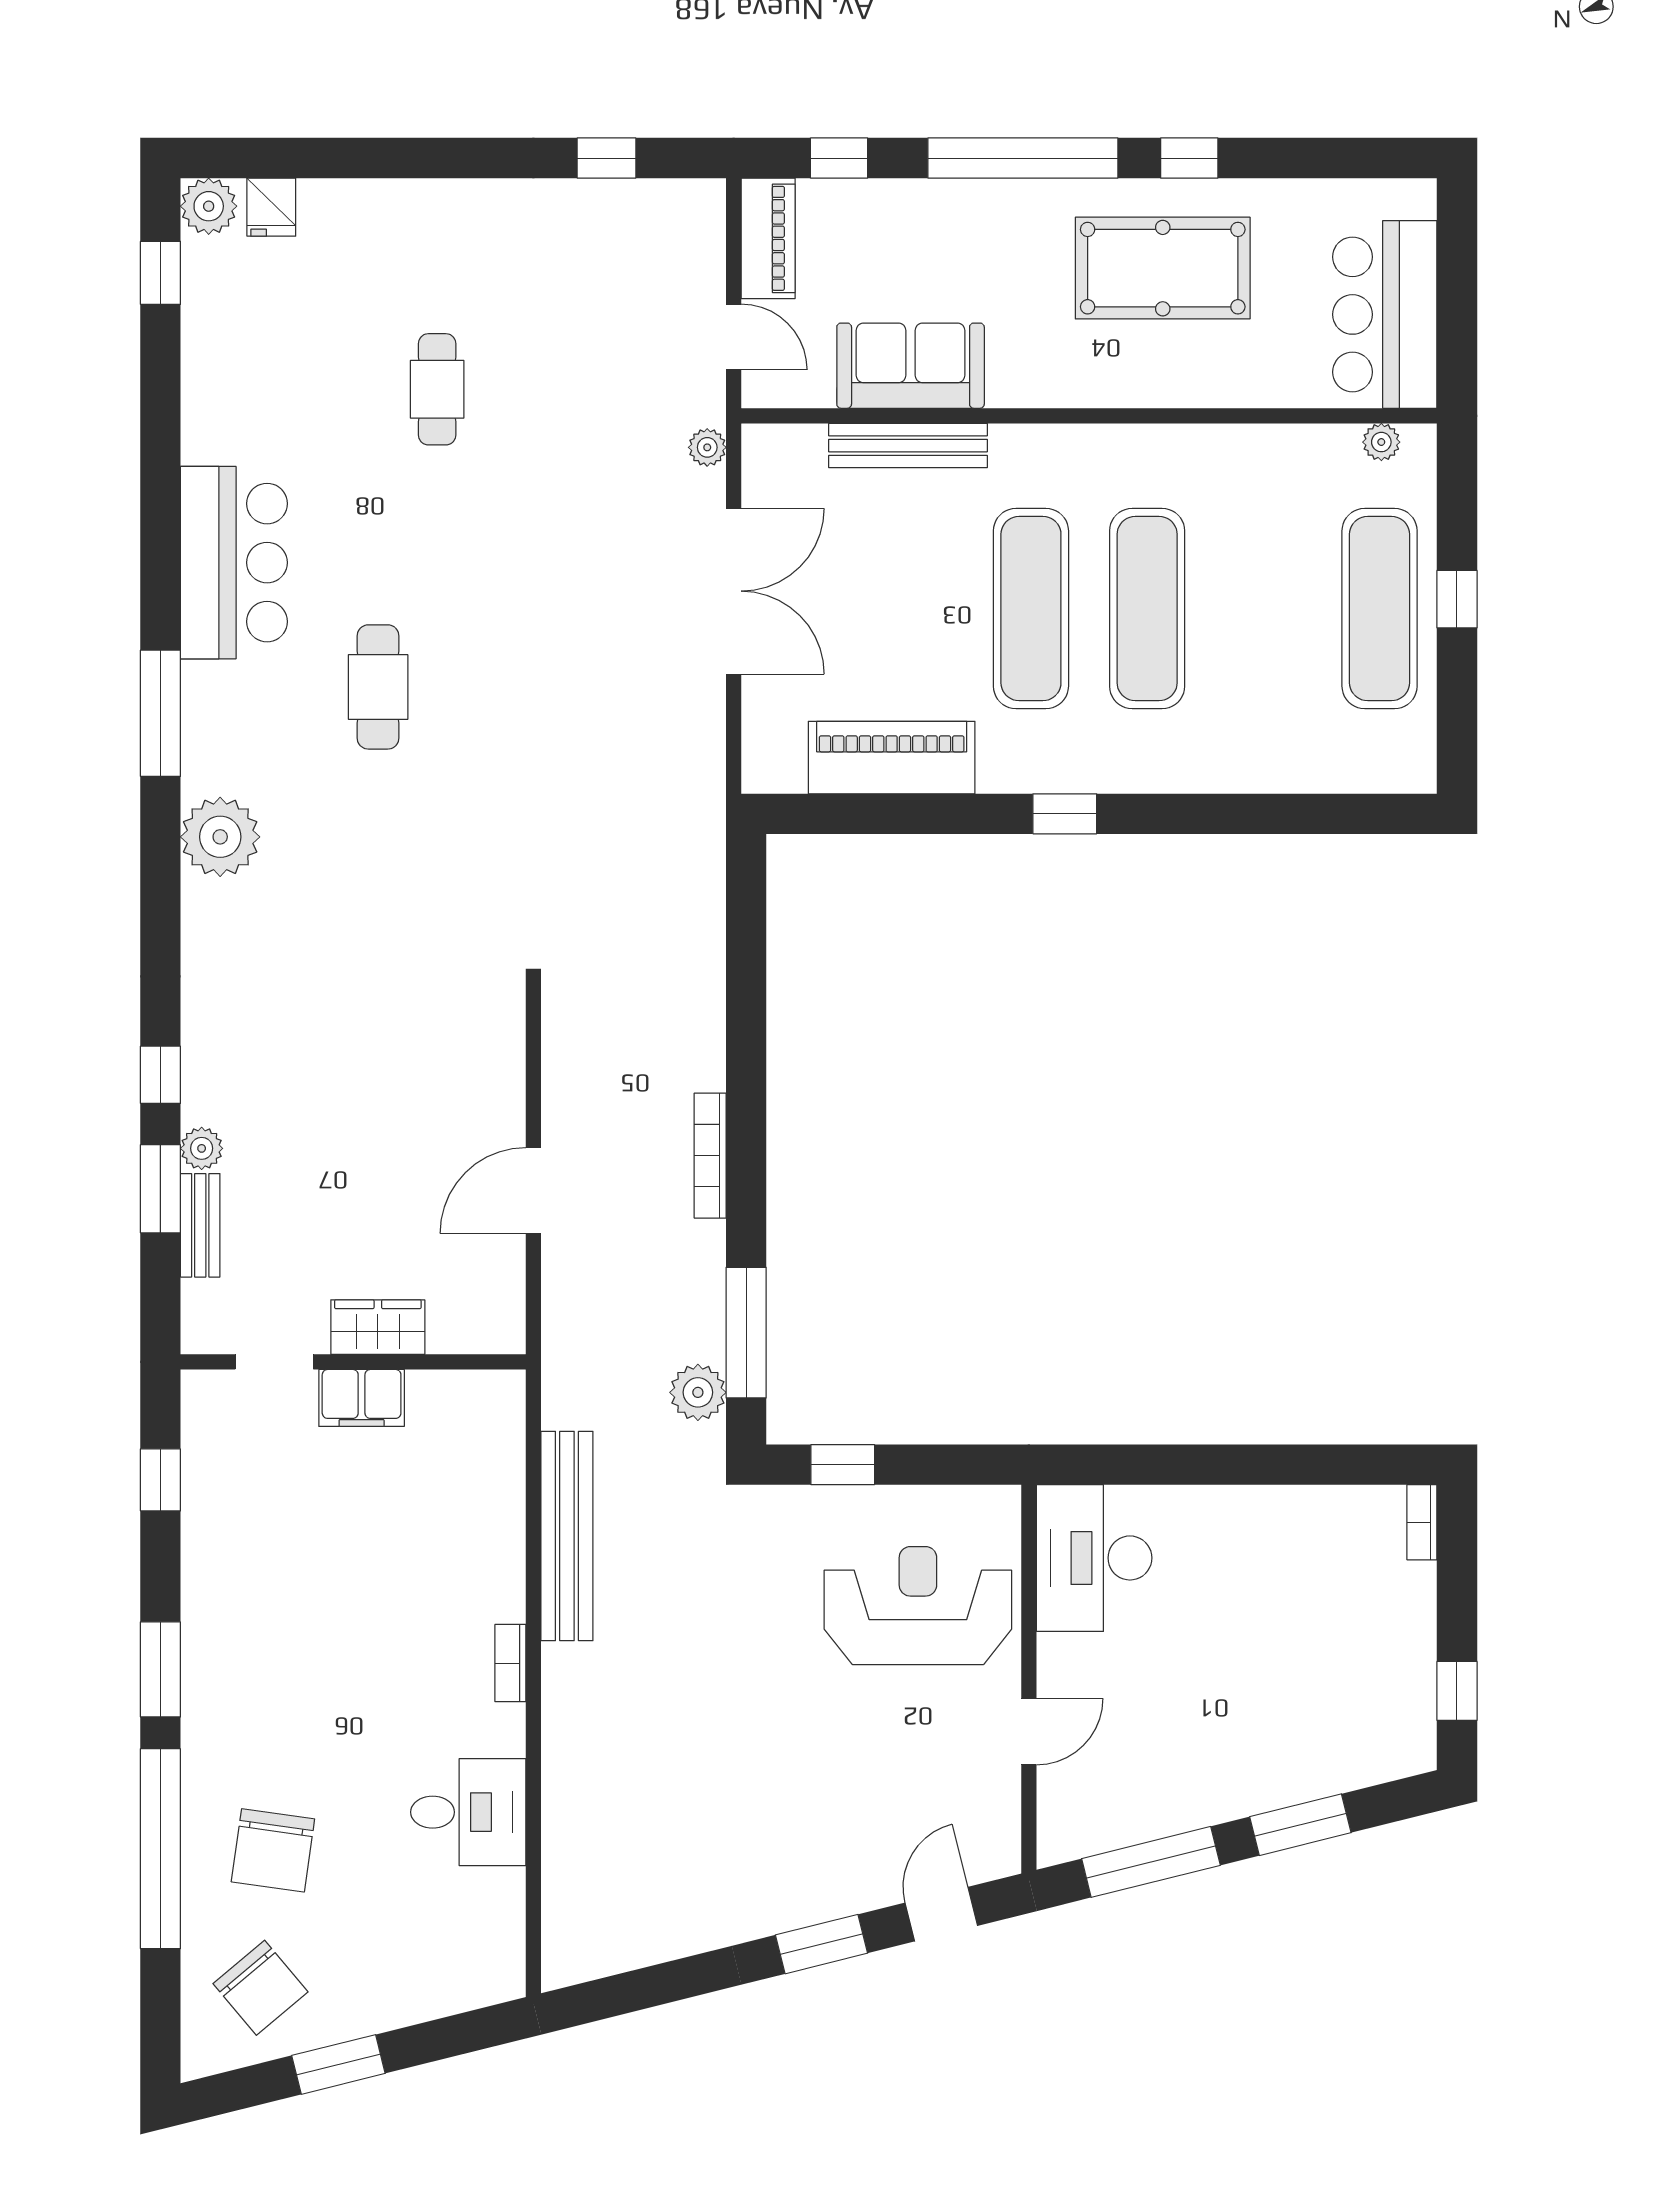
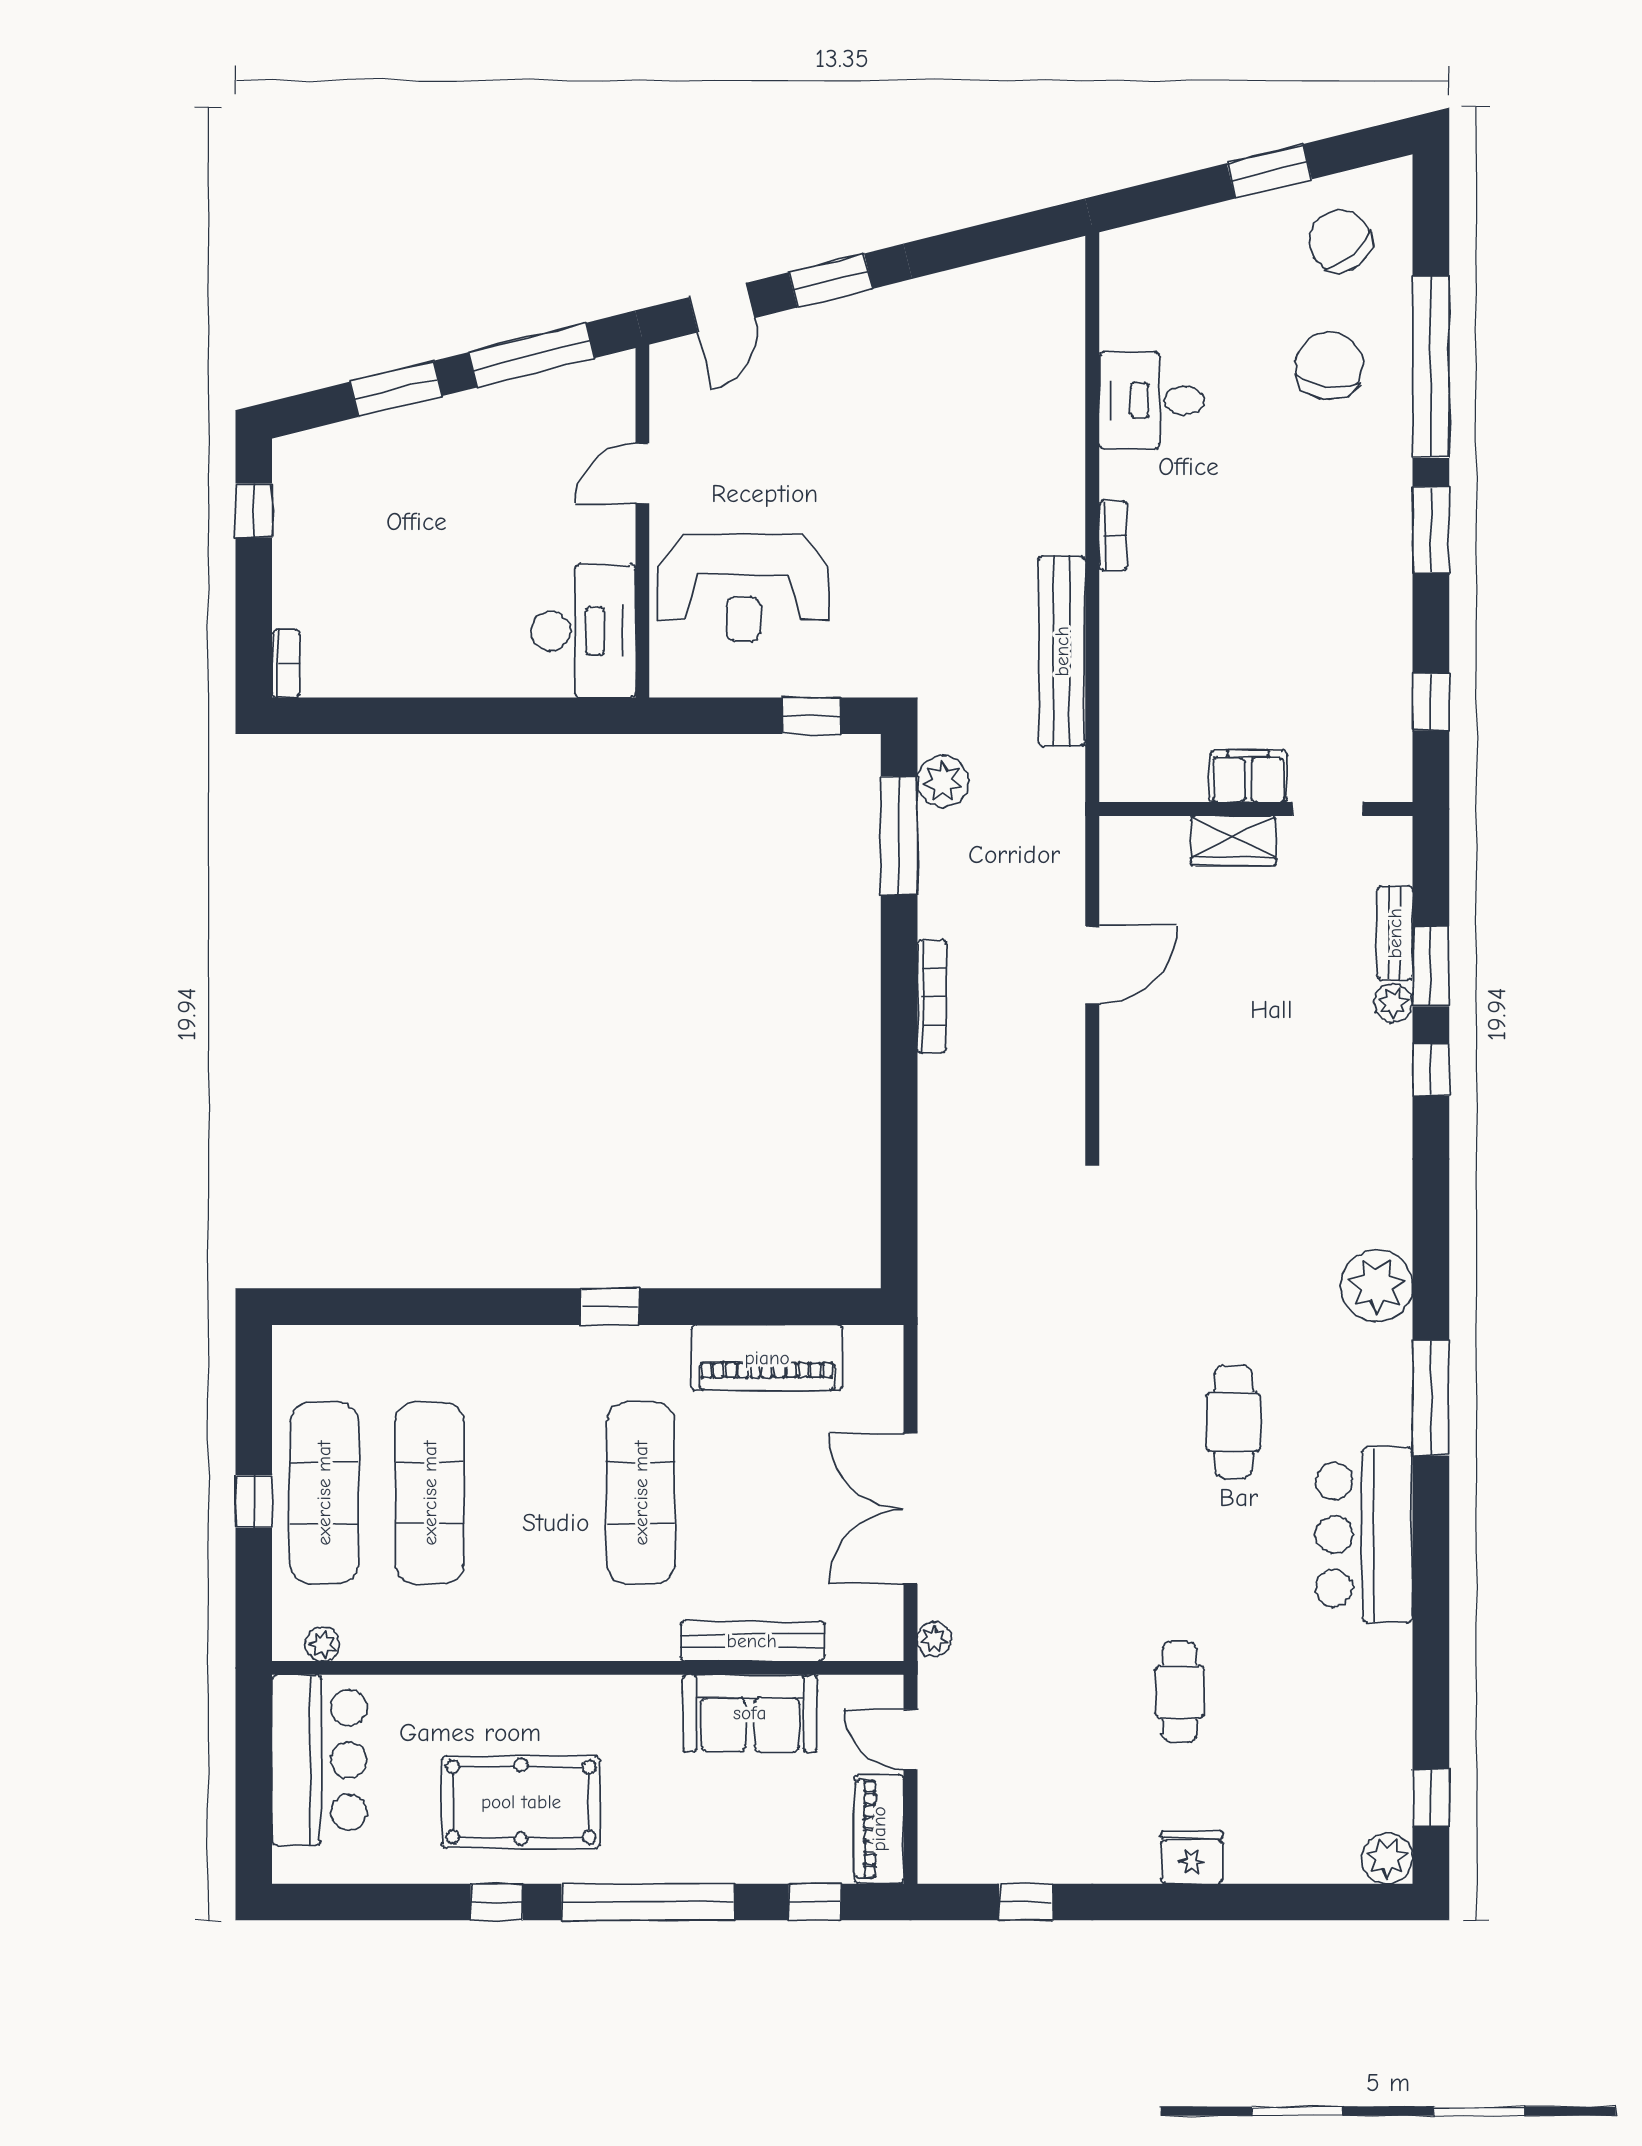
fridge: (271, 207) -> (1192, 1857), moved, width x1.38
exercise mat: (1147, 609) -> (430, 1493), moved

